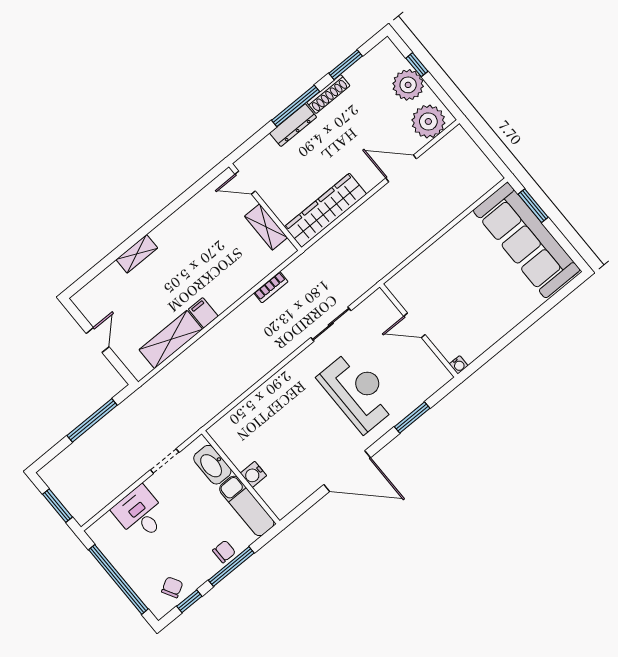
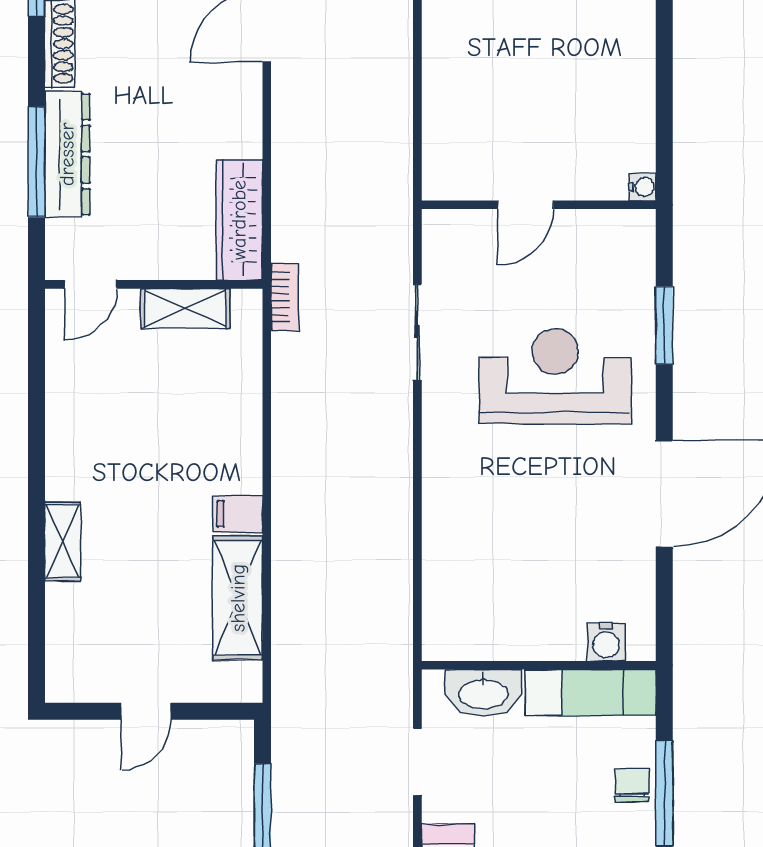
window: (296, 106) -> (36, 162), moved
dresser: (293, 125) -> (67, 154), width x1.37, depth x1.24
wardrobe: (325, 210) -> (239, 220), width x0.71, depth x0.85
bookcase: (271, 287) -> (284, 297), moved
door: (98, 340) -> (146, 711), swing flipped
water cooler: (253, 474) -> (606, 642), moved

